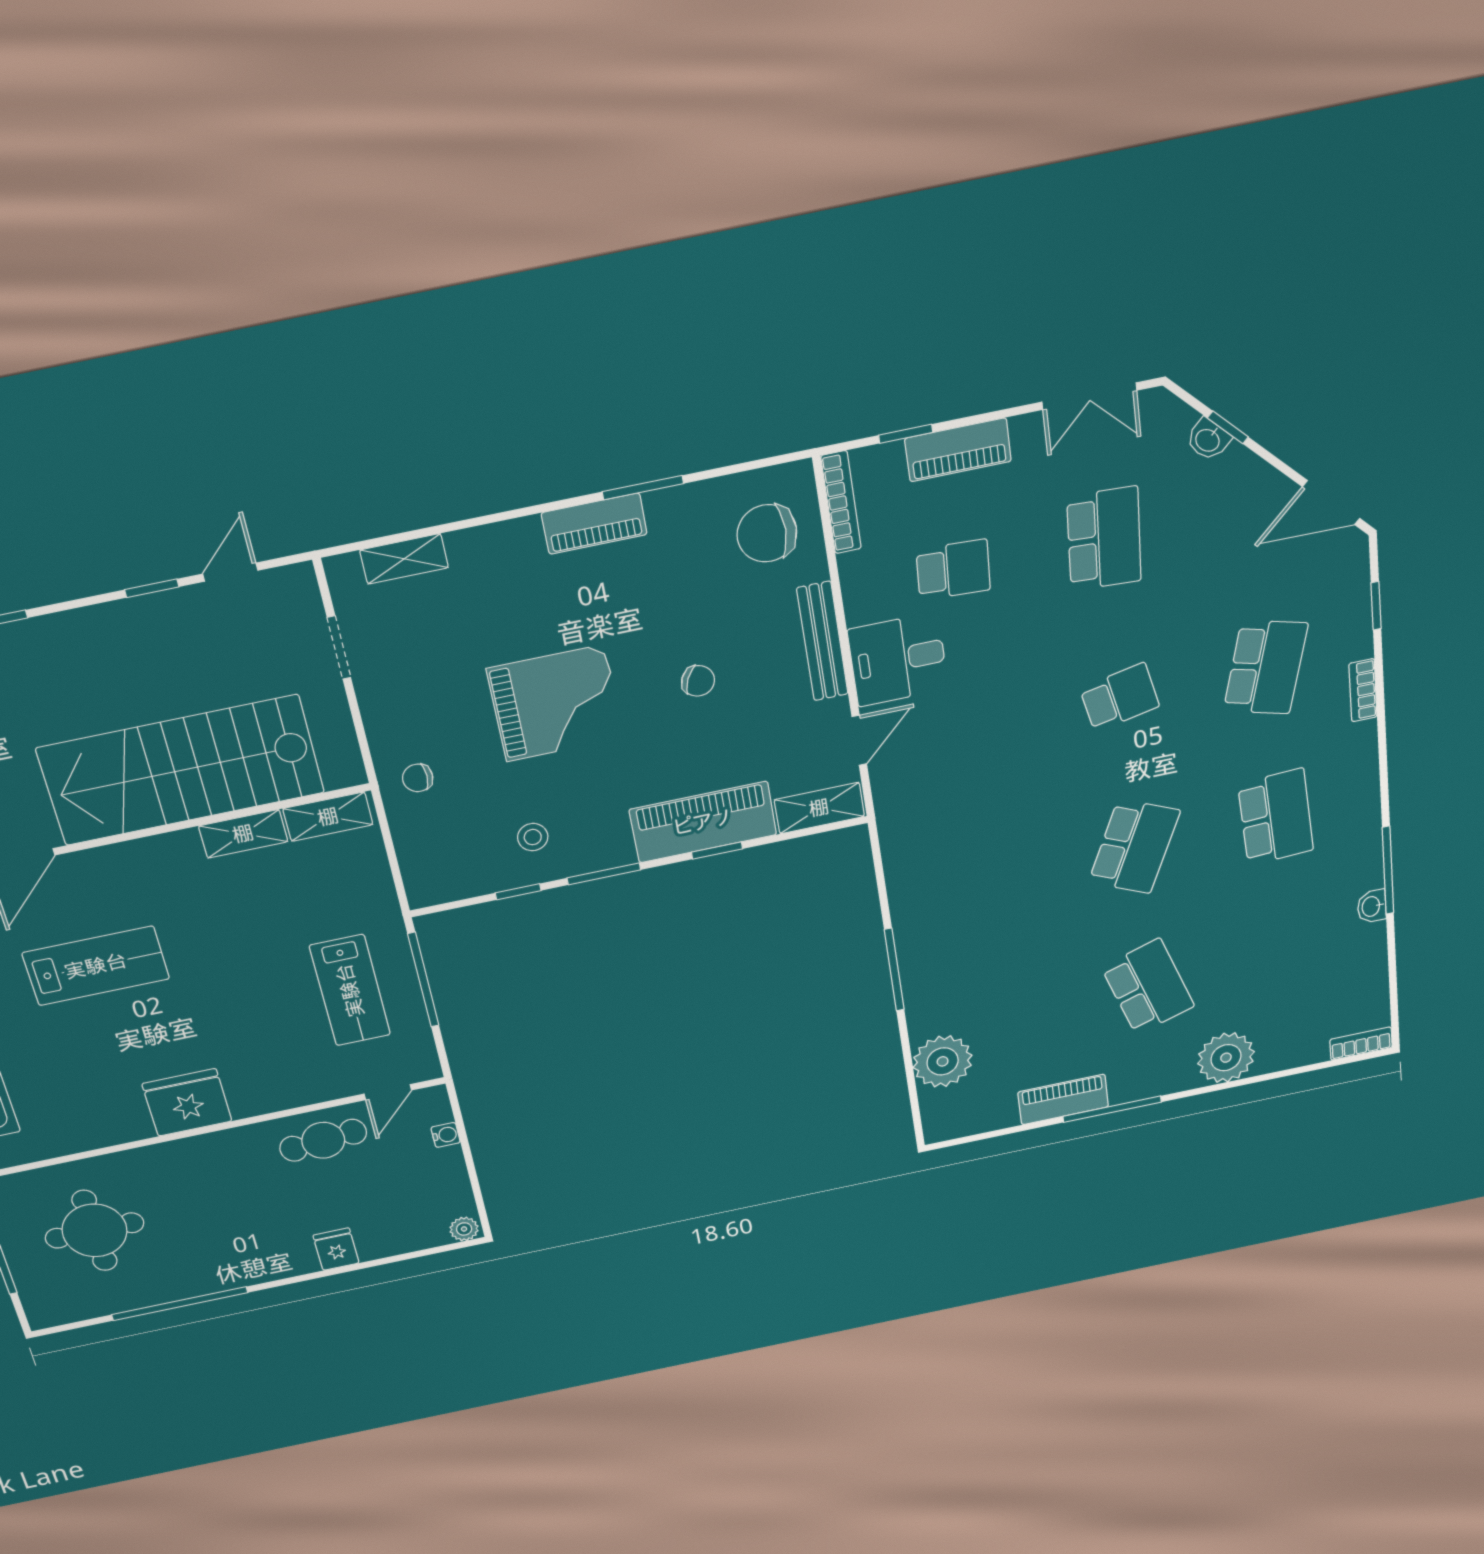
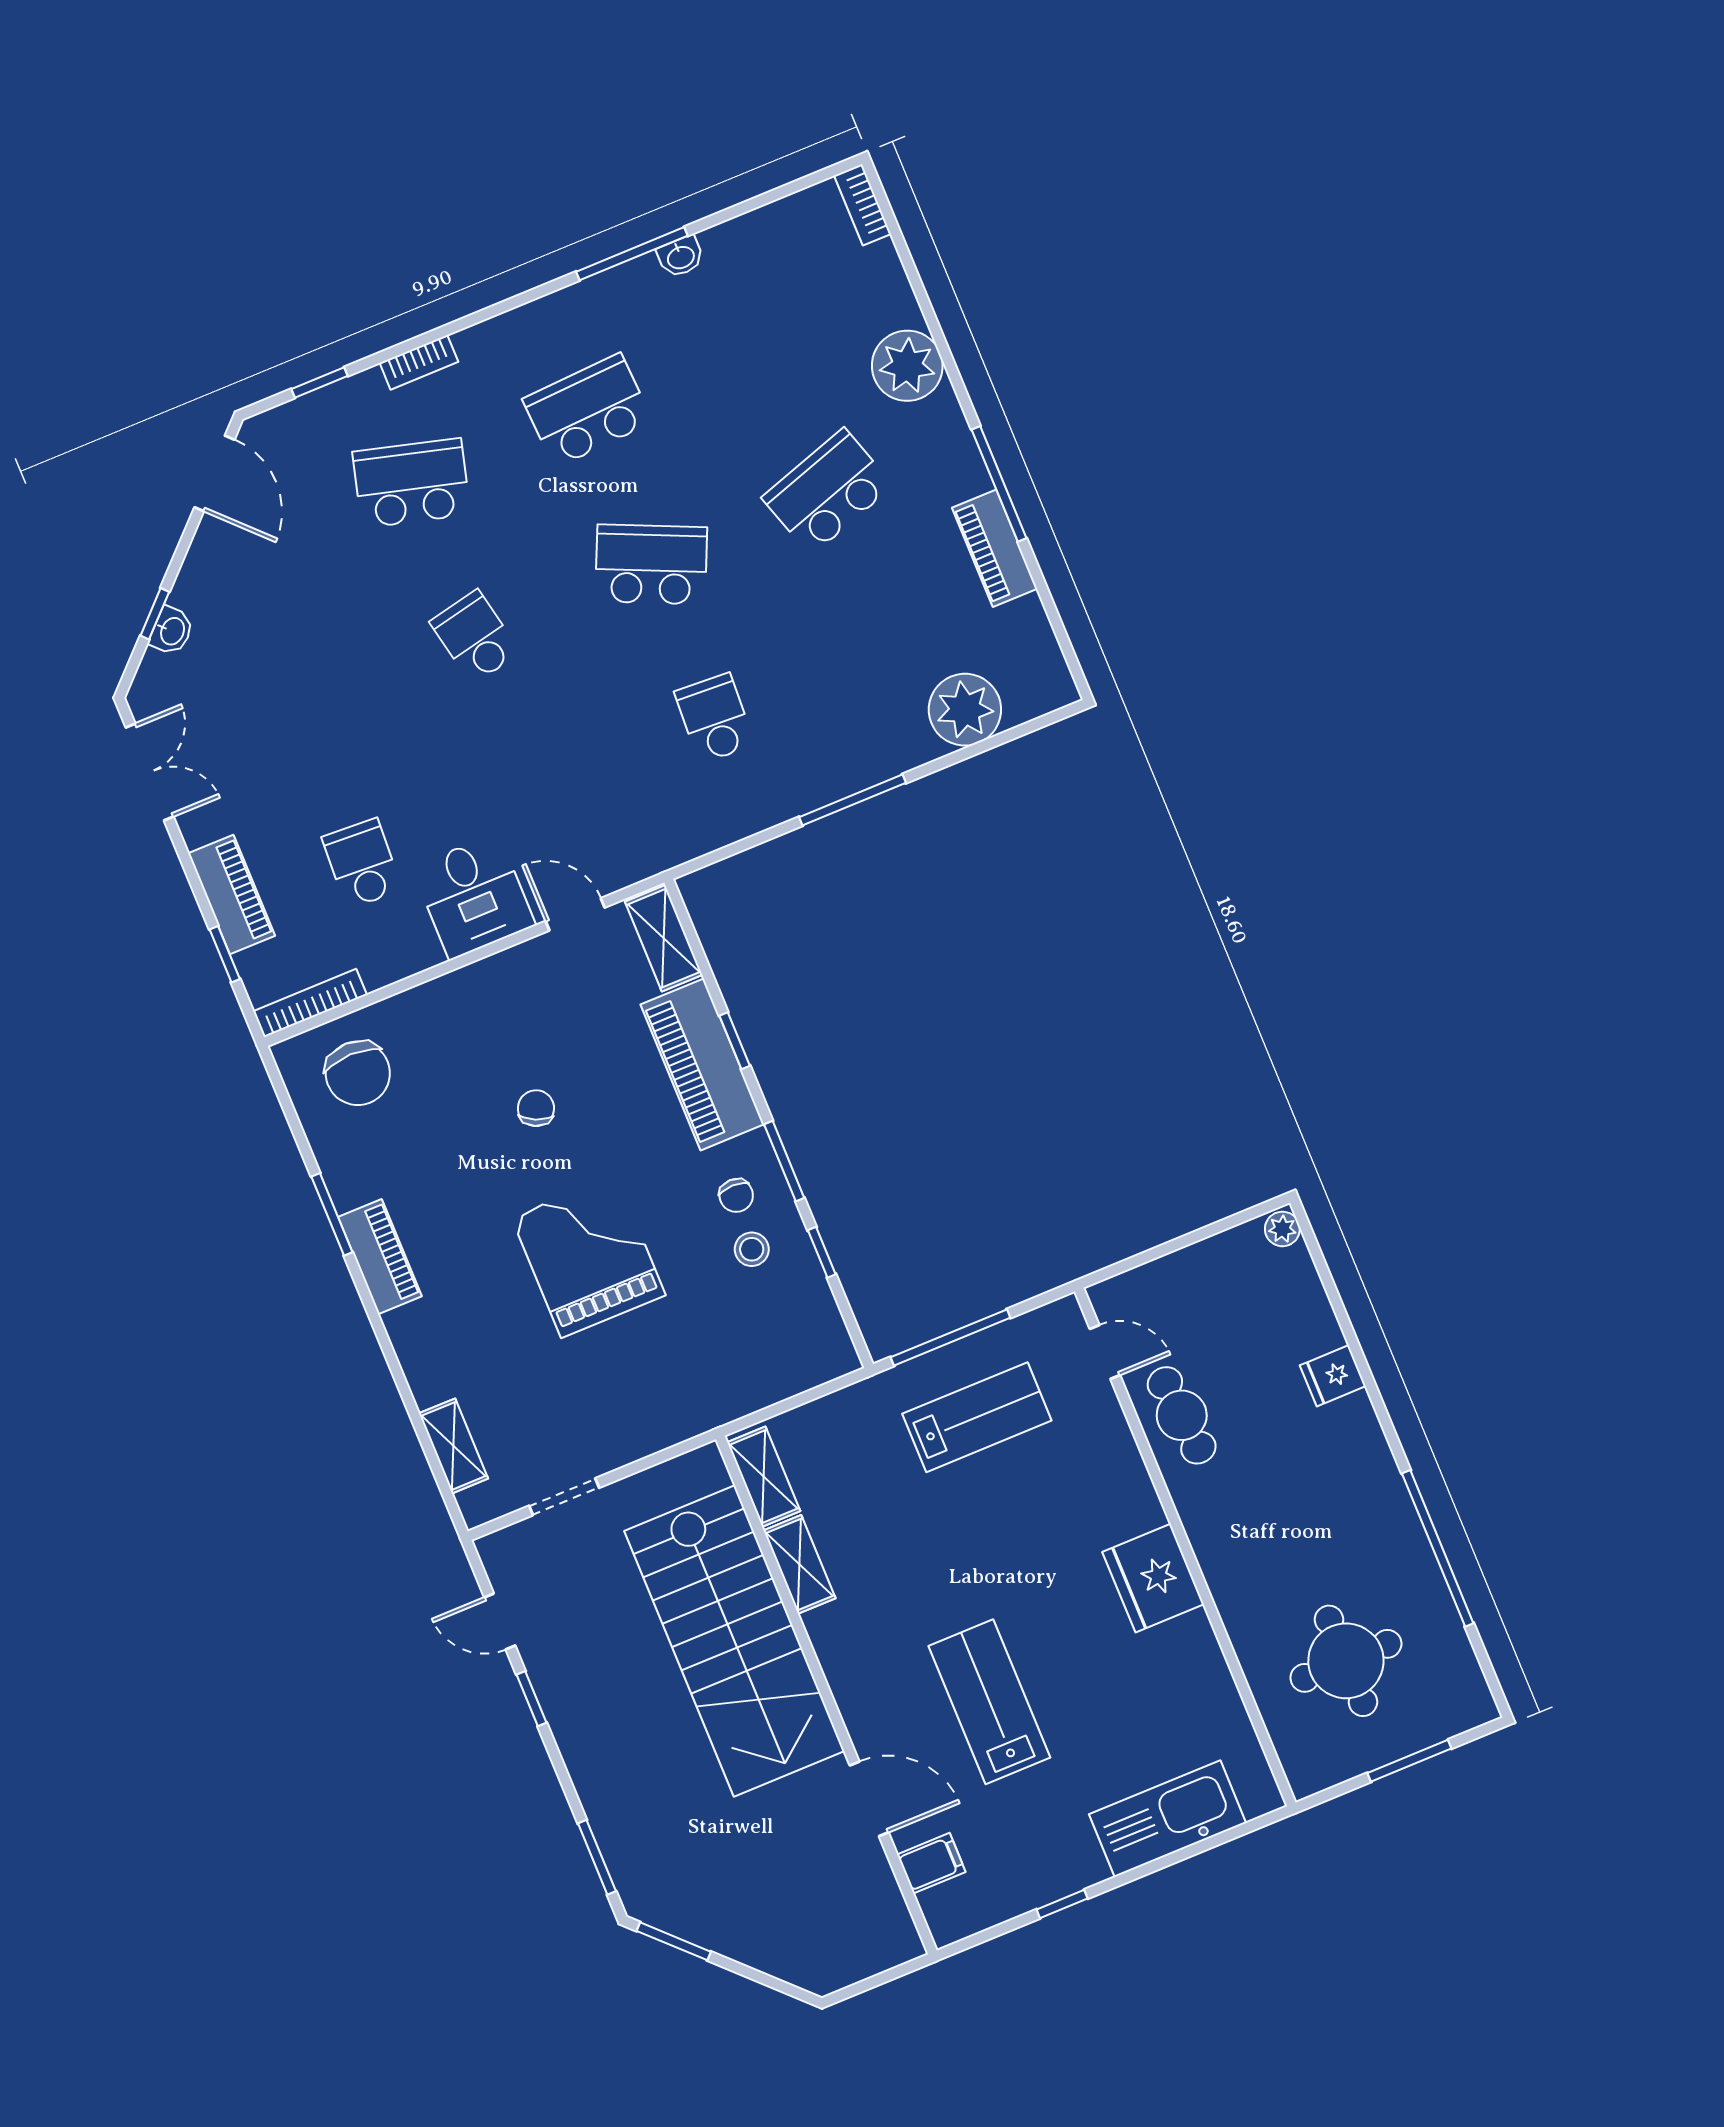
school desk: (1104, 539) -> (715, 718), moved, width x0.54
bench: (822, 641) -> (467, 984), removed
chair: (418, 778) -> (736, 1195), moved
water cooler: (446, 1135) -> (1153, 1275), removed

